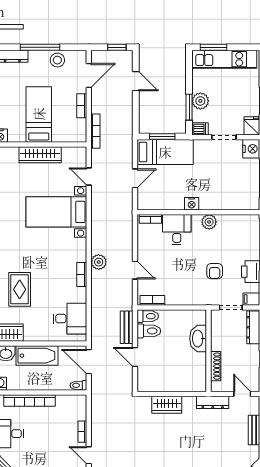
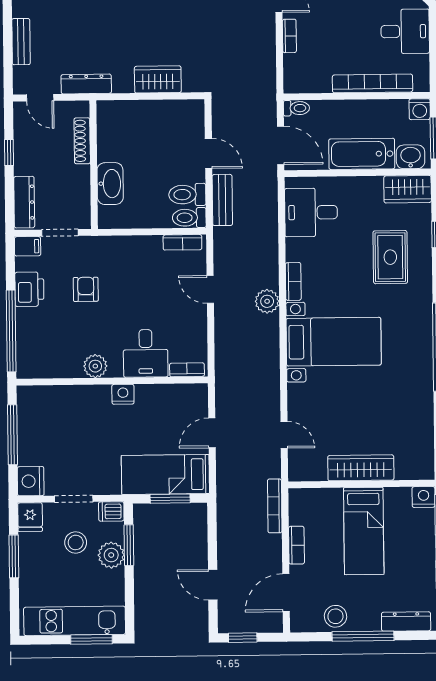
stool: (223, 109) -> (76, 542), added
bed with nightstands: (56, 212) -> (334, 342), moved

